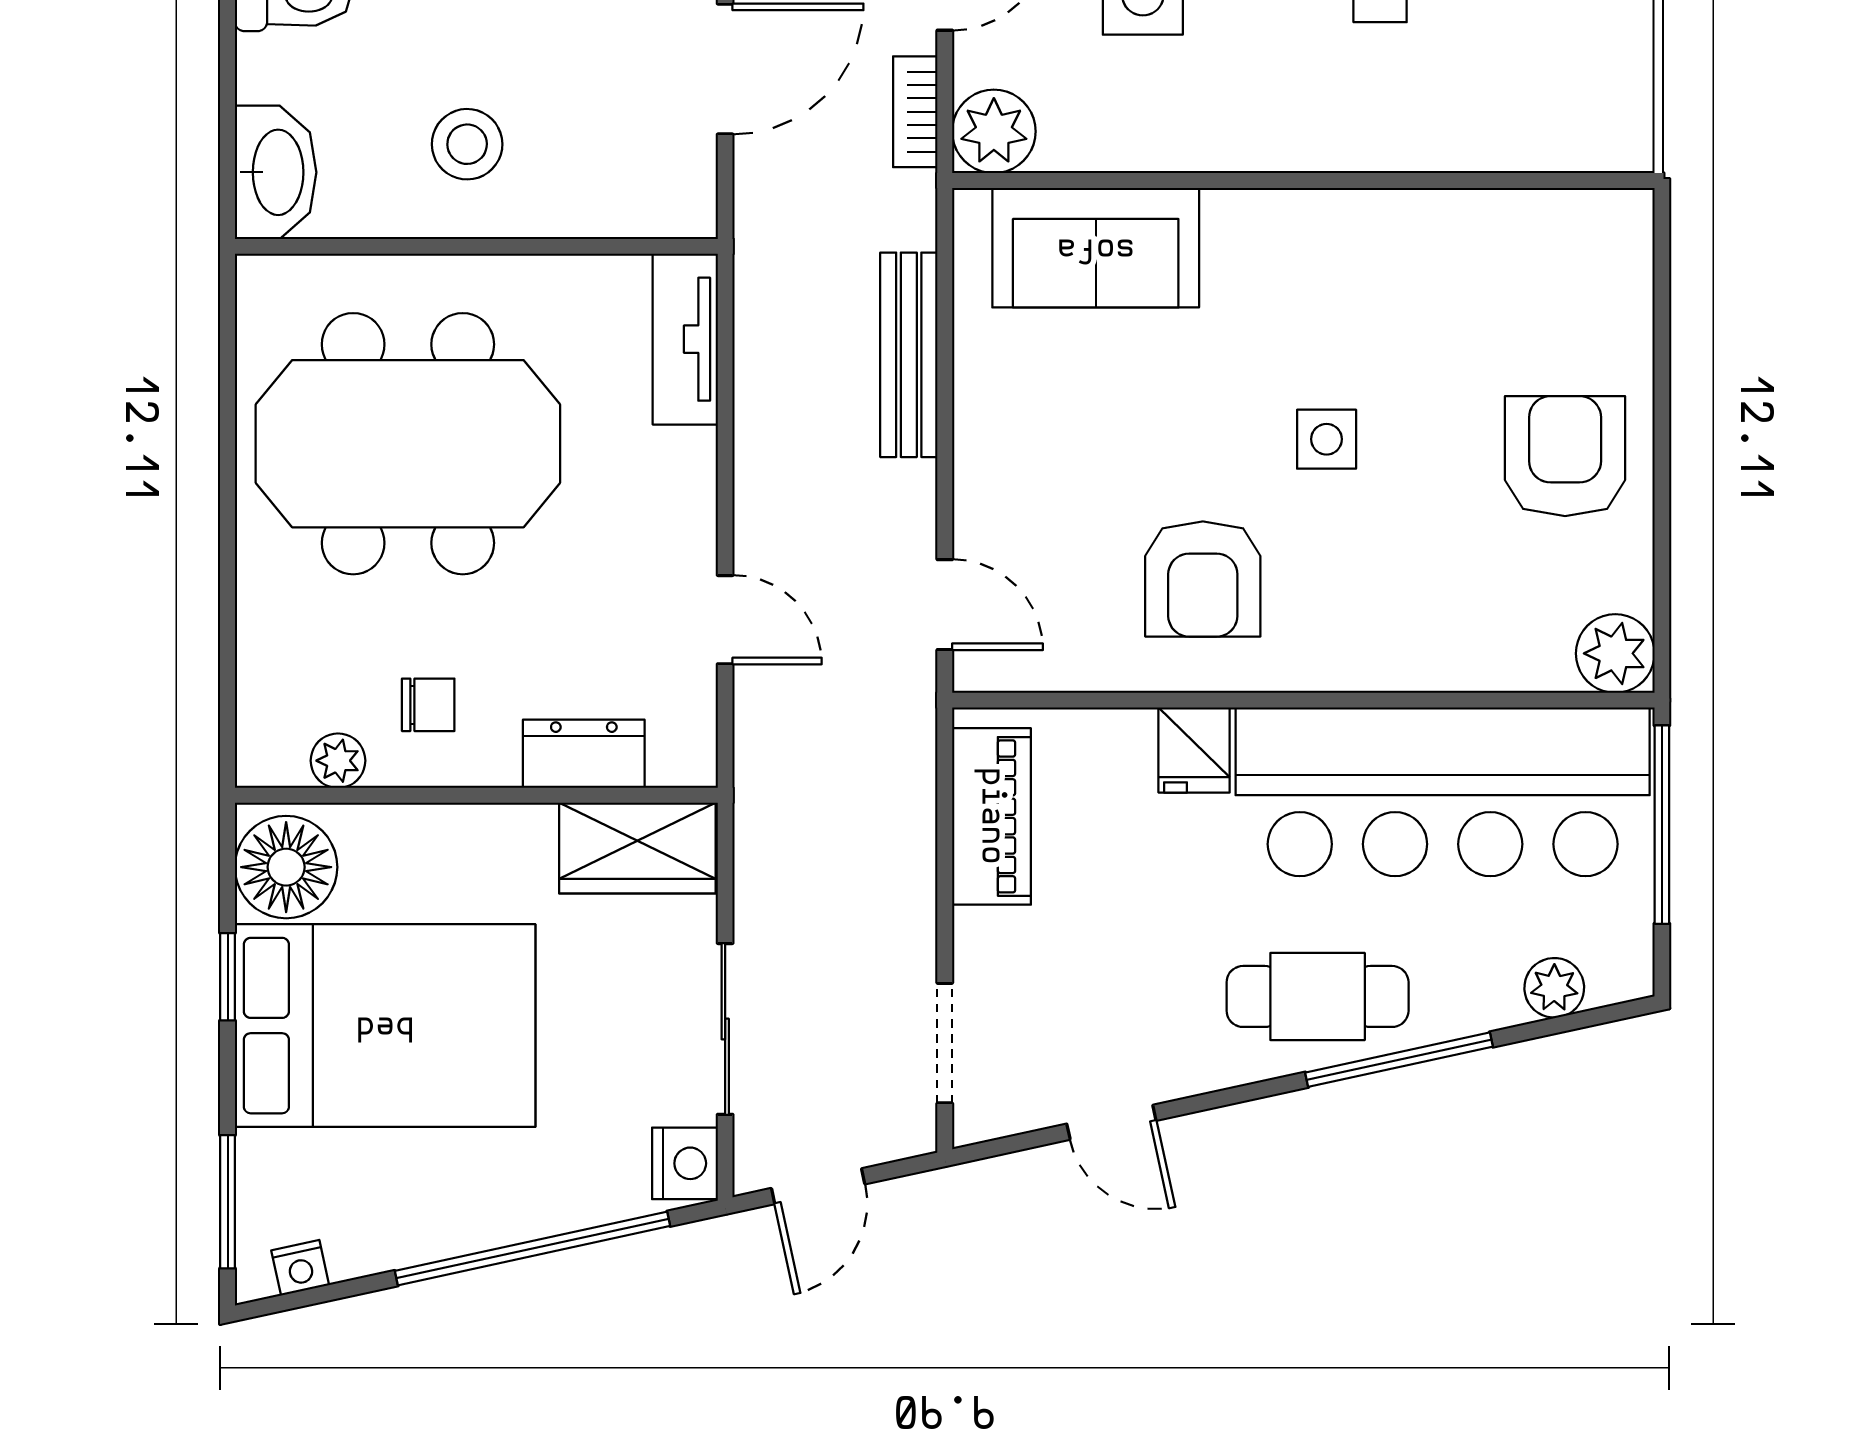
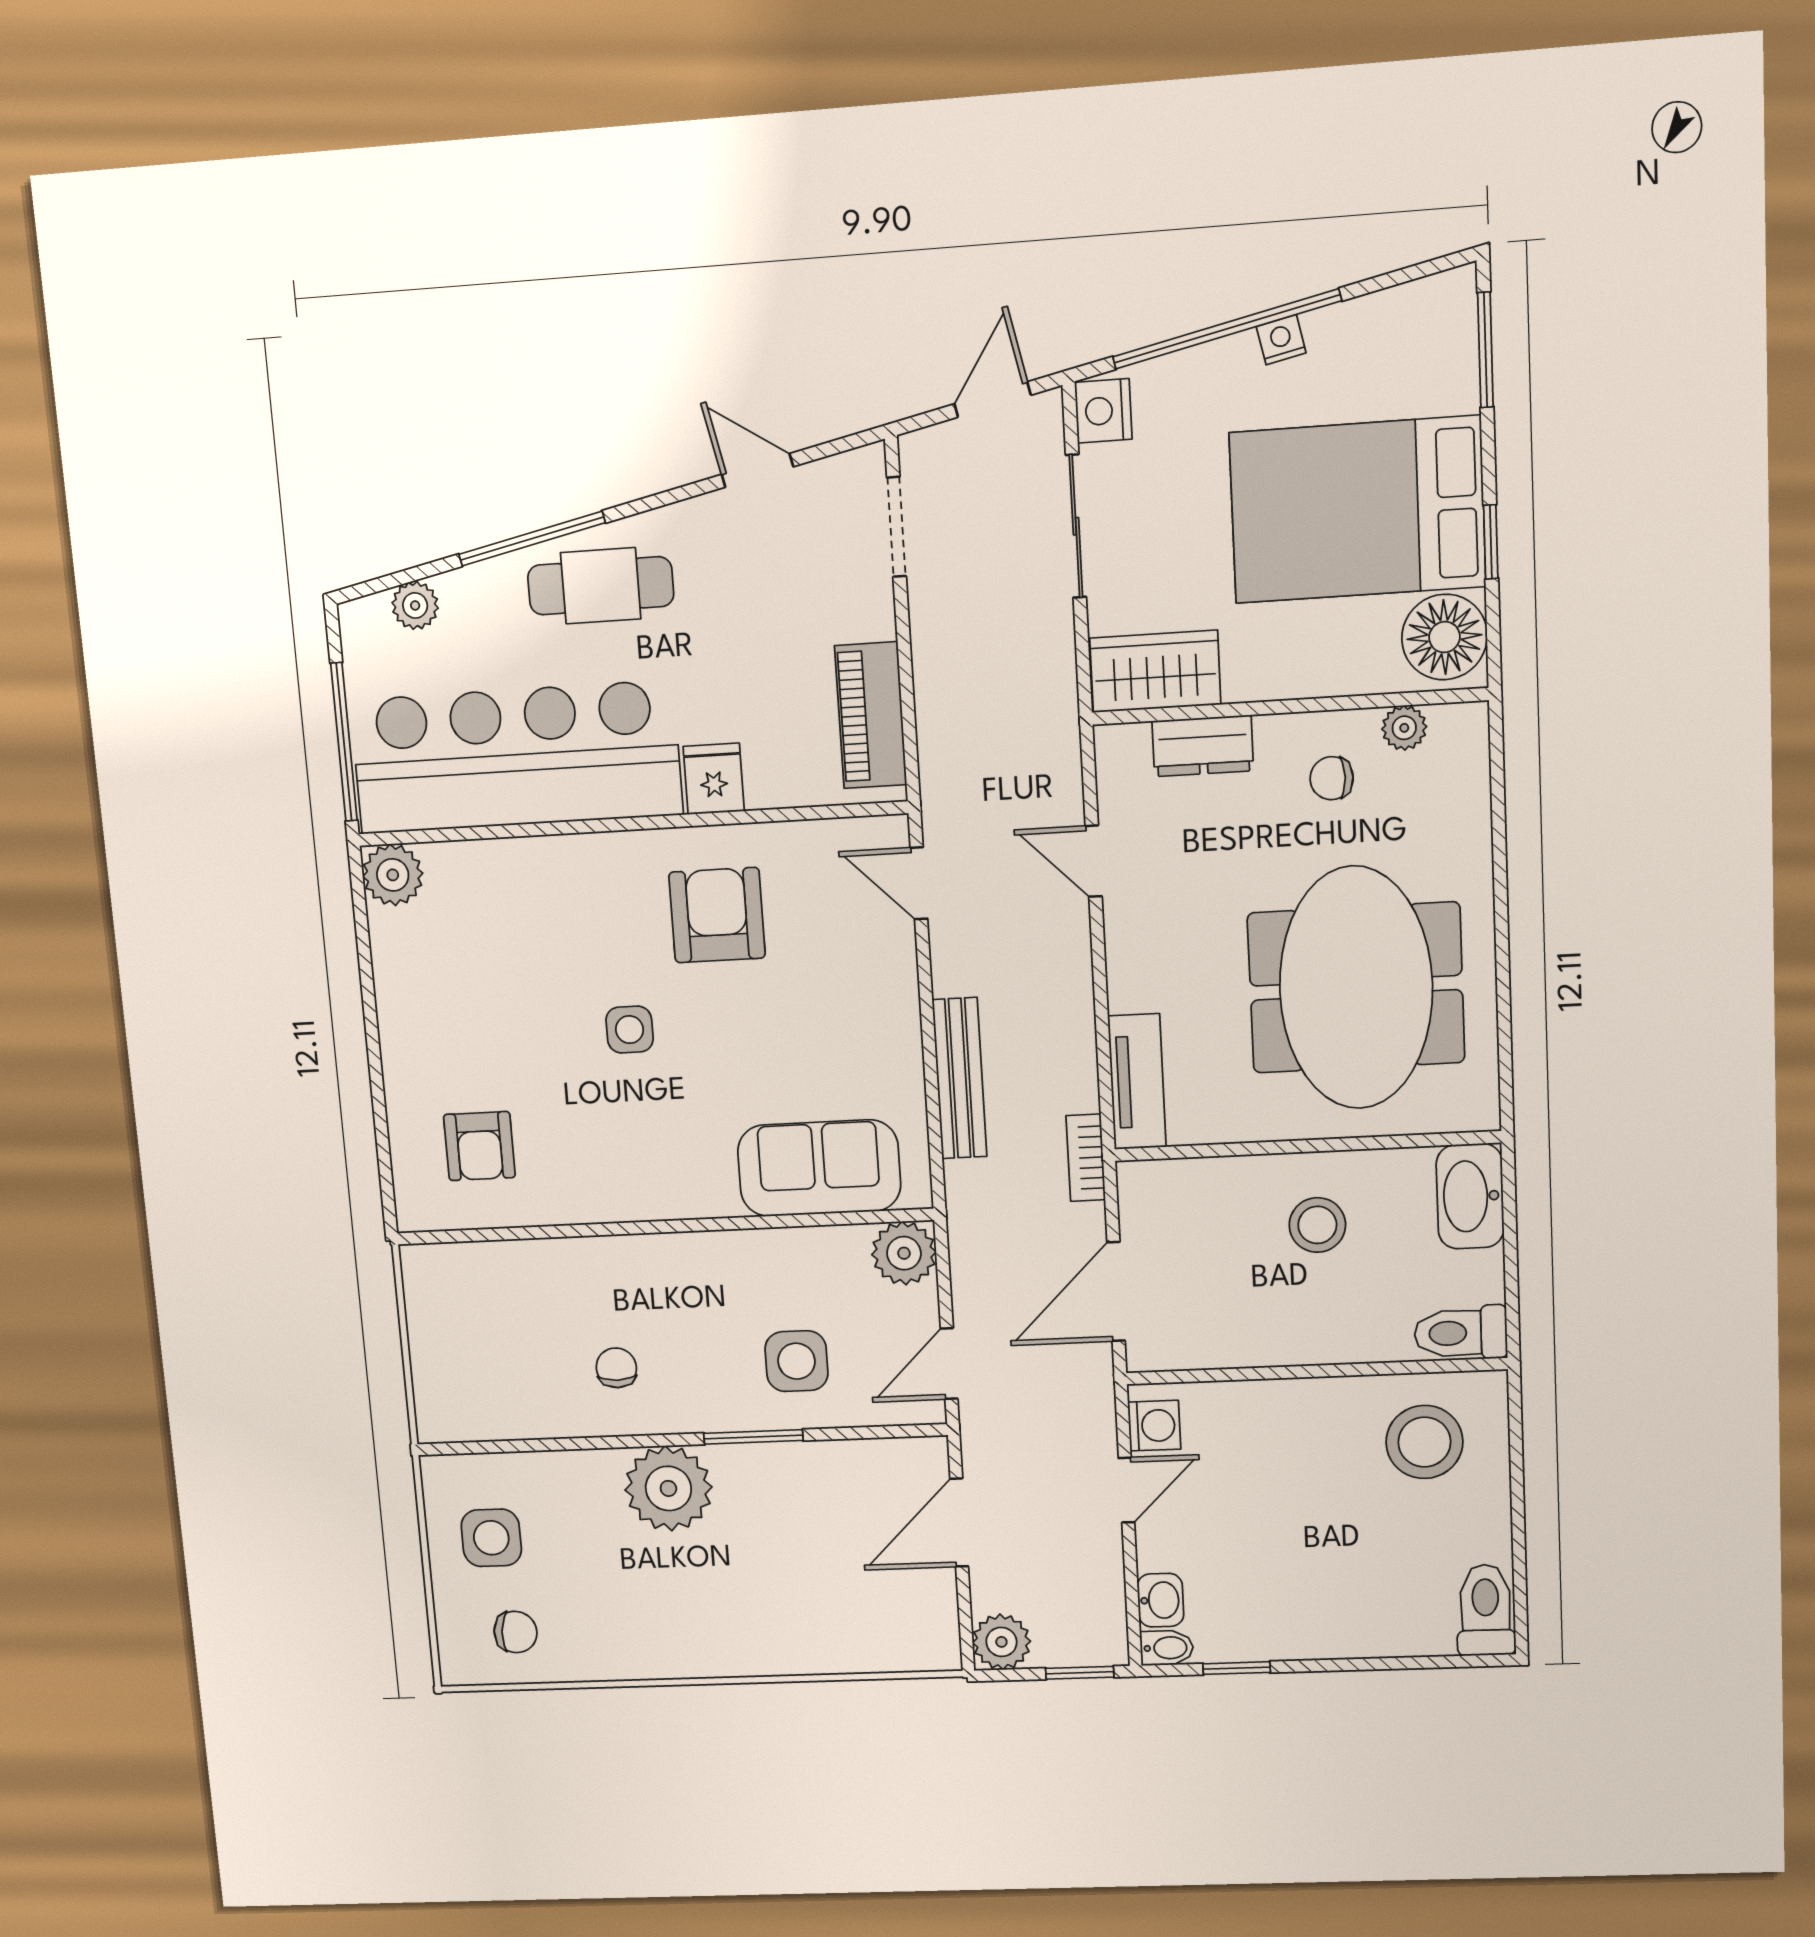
bookcase: (915, 112) -> (1086, 1158), moved, turned 180
meeting table: (408, 444) -> (1356, 988), turned 90
armchair: (1565, 456) -> (479, 1146), moved, width x0.72, depth x0.72
nightstand: (300, 1268) -> (1281, 340), moved

